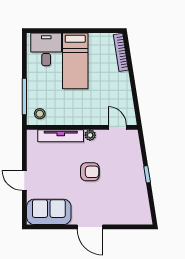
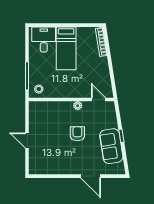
tv unit: (61, 136) -> (55, 106), removed
armchair: (90, 172) -> (77, 134), turned -90
sofa: (49, 212) -> (111, 146), moved, turned -99
door: (90, 227) -> (91, 176), moved

